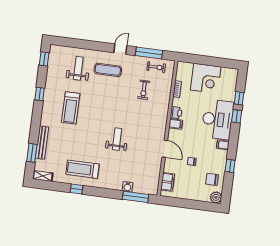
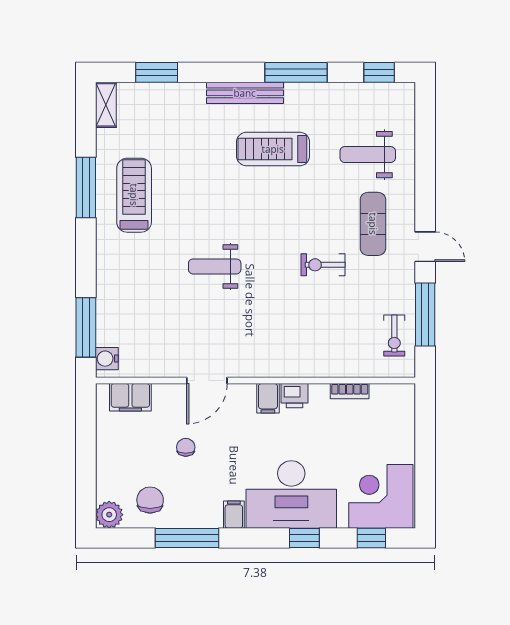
weight bench: (78, 68) -> (368, 155), turned 180
corner desk: (206, 78) -> (381, 496), moved, turned 90
exercise bike: (144, 90) -> (323, 265), moved
window: (40, 94) -> (296, 72), width x2.17
window: (239, 98) -> (371, 538), moved
weight bench: (117, 139) -> (215, 266), turned 180
bench: (42, 143) -> (245, 93), moved
window: (230, 166) -> (187, 538), width x2.17
water cooler: (127, 187) -> (107, 359), moved
window: (77, 189) -> (86, 187), width x2.17

